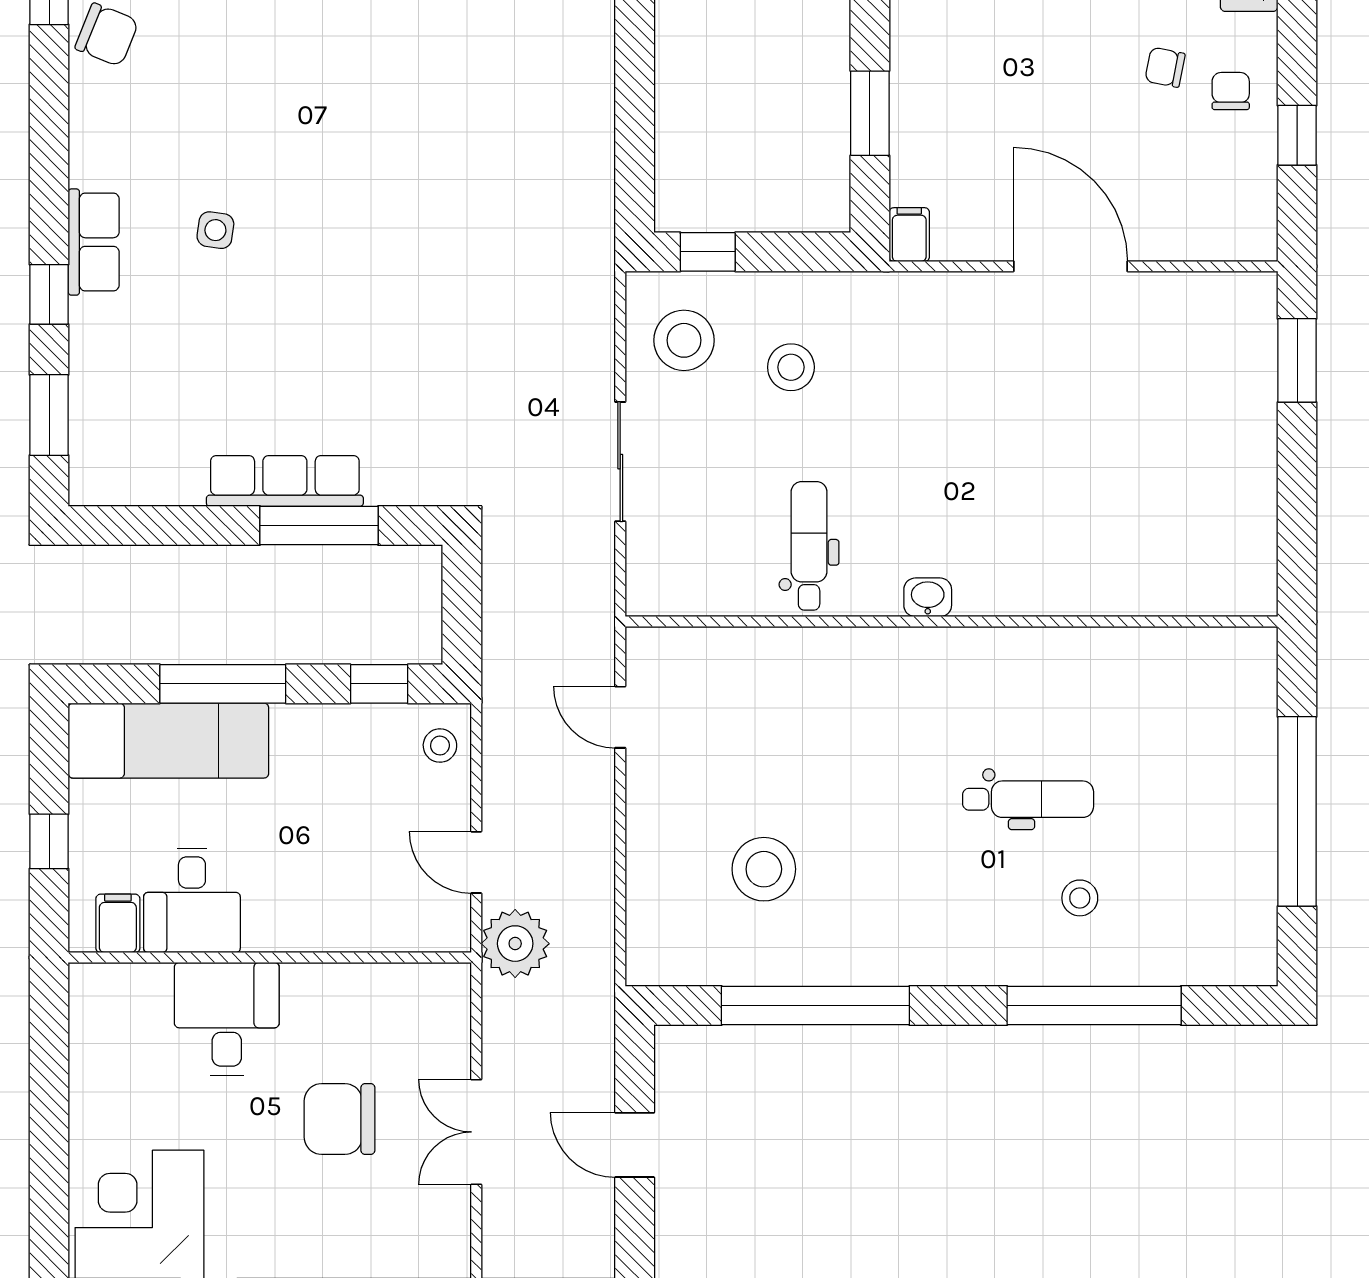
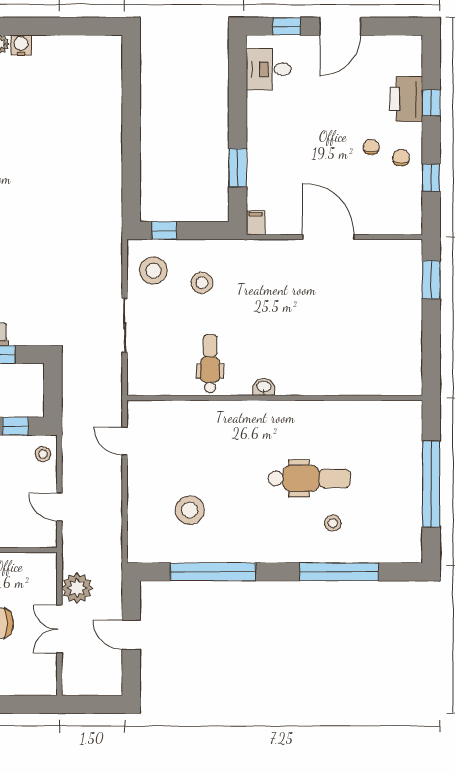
chair: (1165, 67) -> (371, 147), turned 79
dental chair: (1028, 799) -> (309, 478), width x1.36, depth x1.38
plant: (515, 944) -> (77, 588), moved

